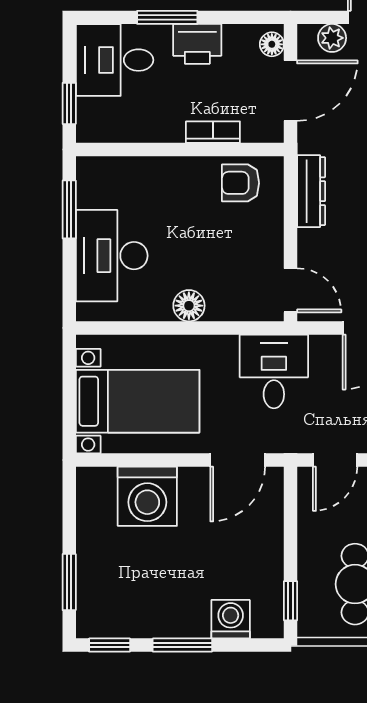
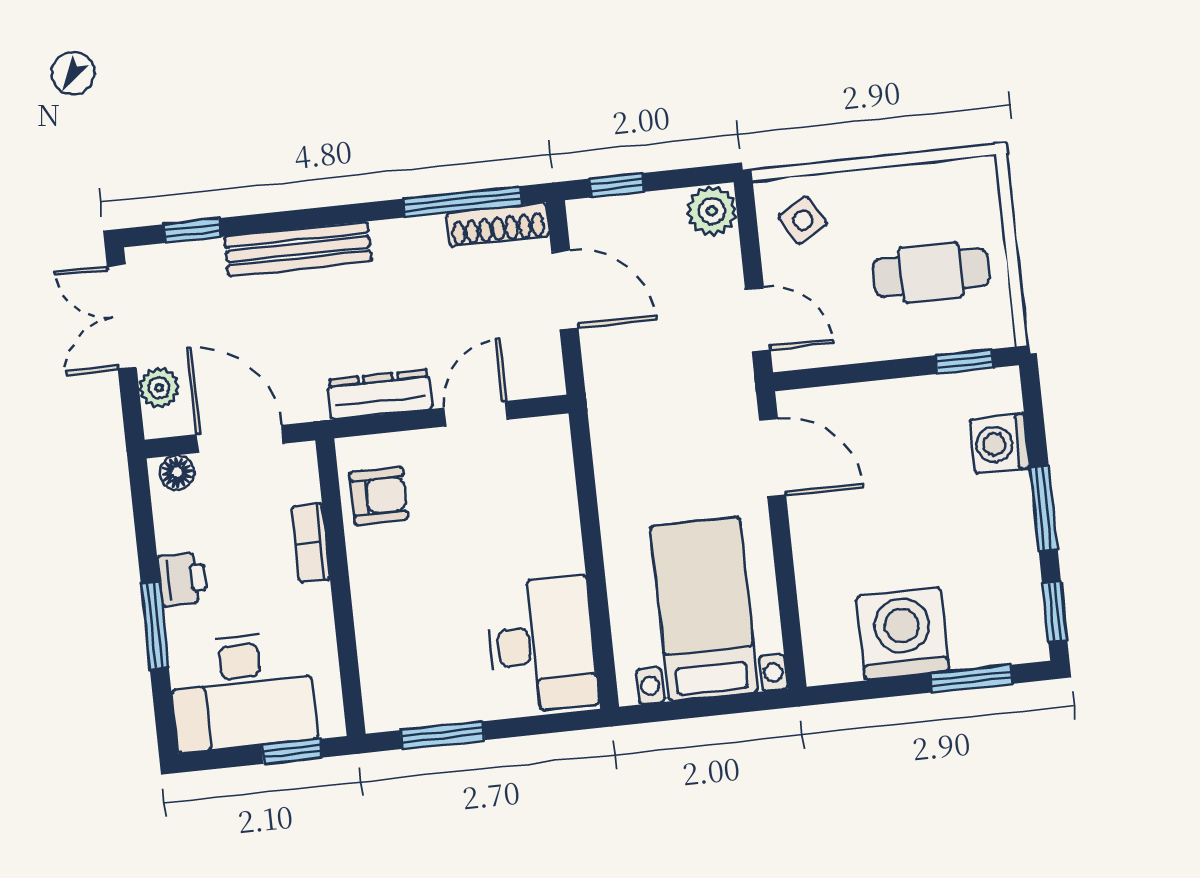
printer: (197, 44) -> (182, 579), width x0.73, depth x0.81
desk: (115, 60) -> (242, 691), width x1.37
armchair: (241, 183) -> (379, 496), turned -90
desk: (112, 256) -> (542, 645), moved, turned -90
door: (291, 290) -> (476, 414), moved
floor lamp: (189, 306) -> (561, 551), removed
desk: (274, 371) -> (641, 420), removed
washing machine: (147, 496) -> (903, 634), moved, turned -90

